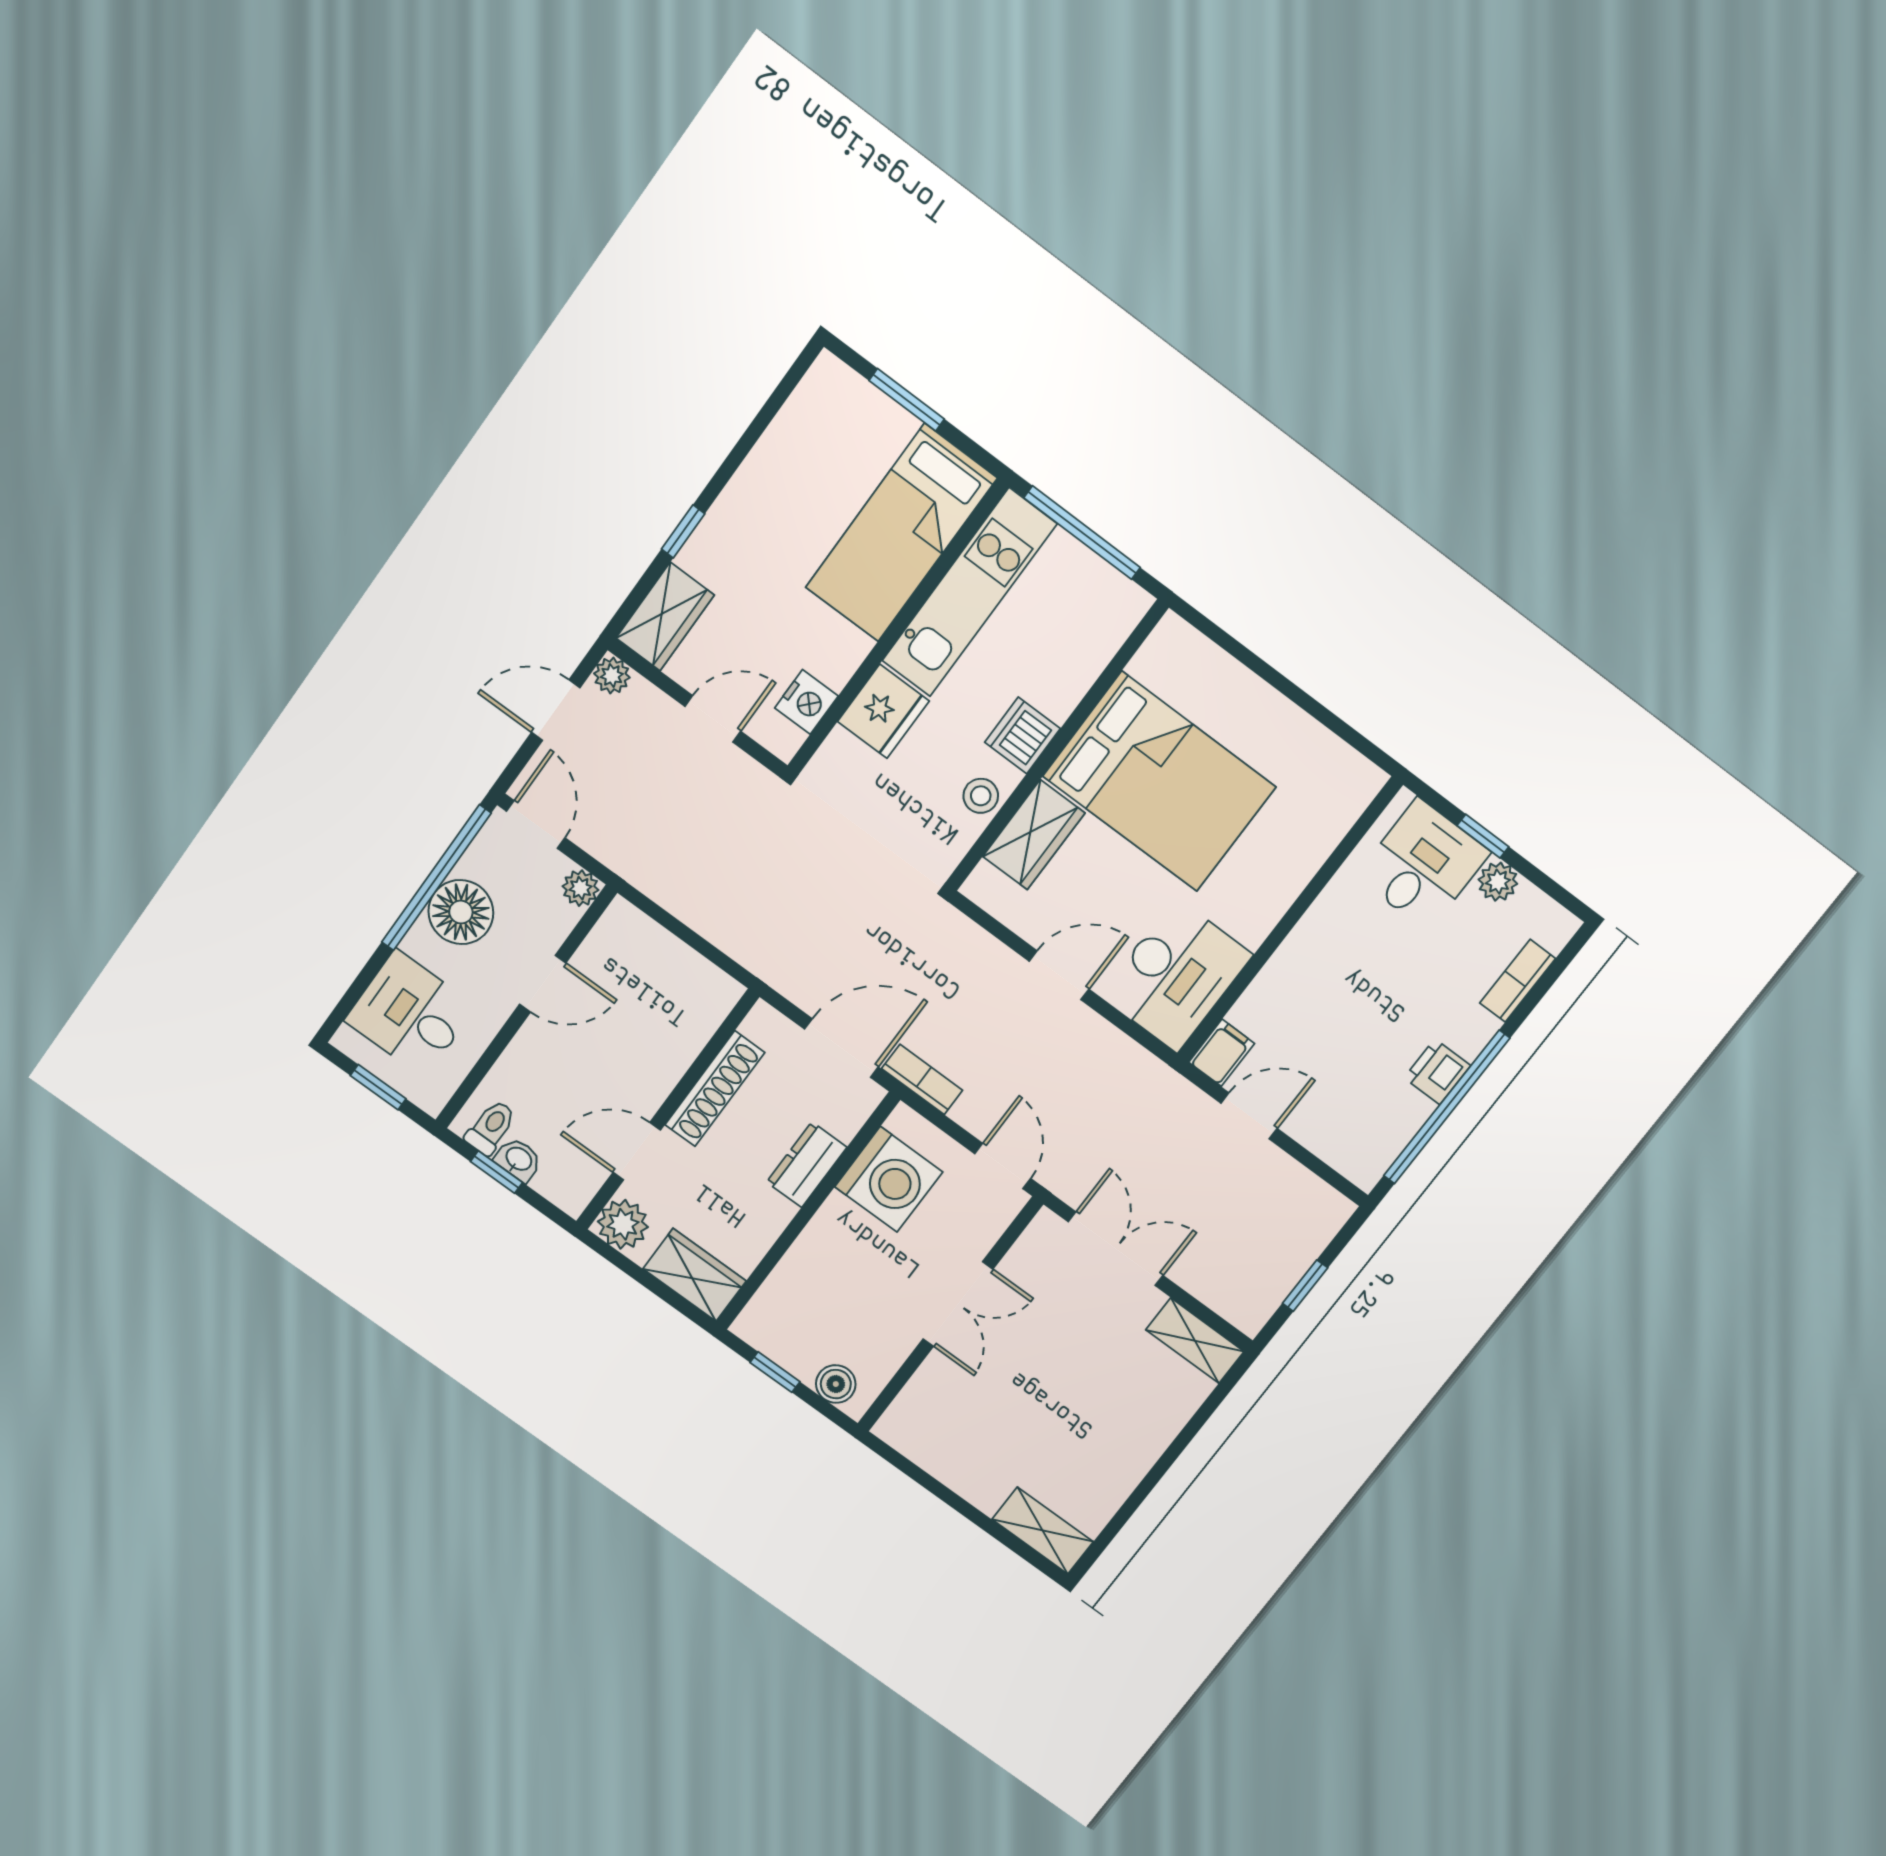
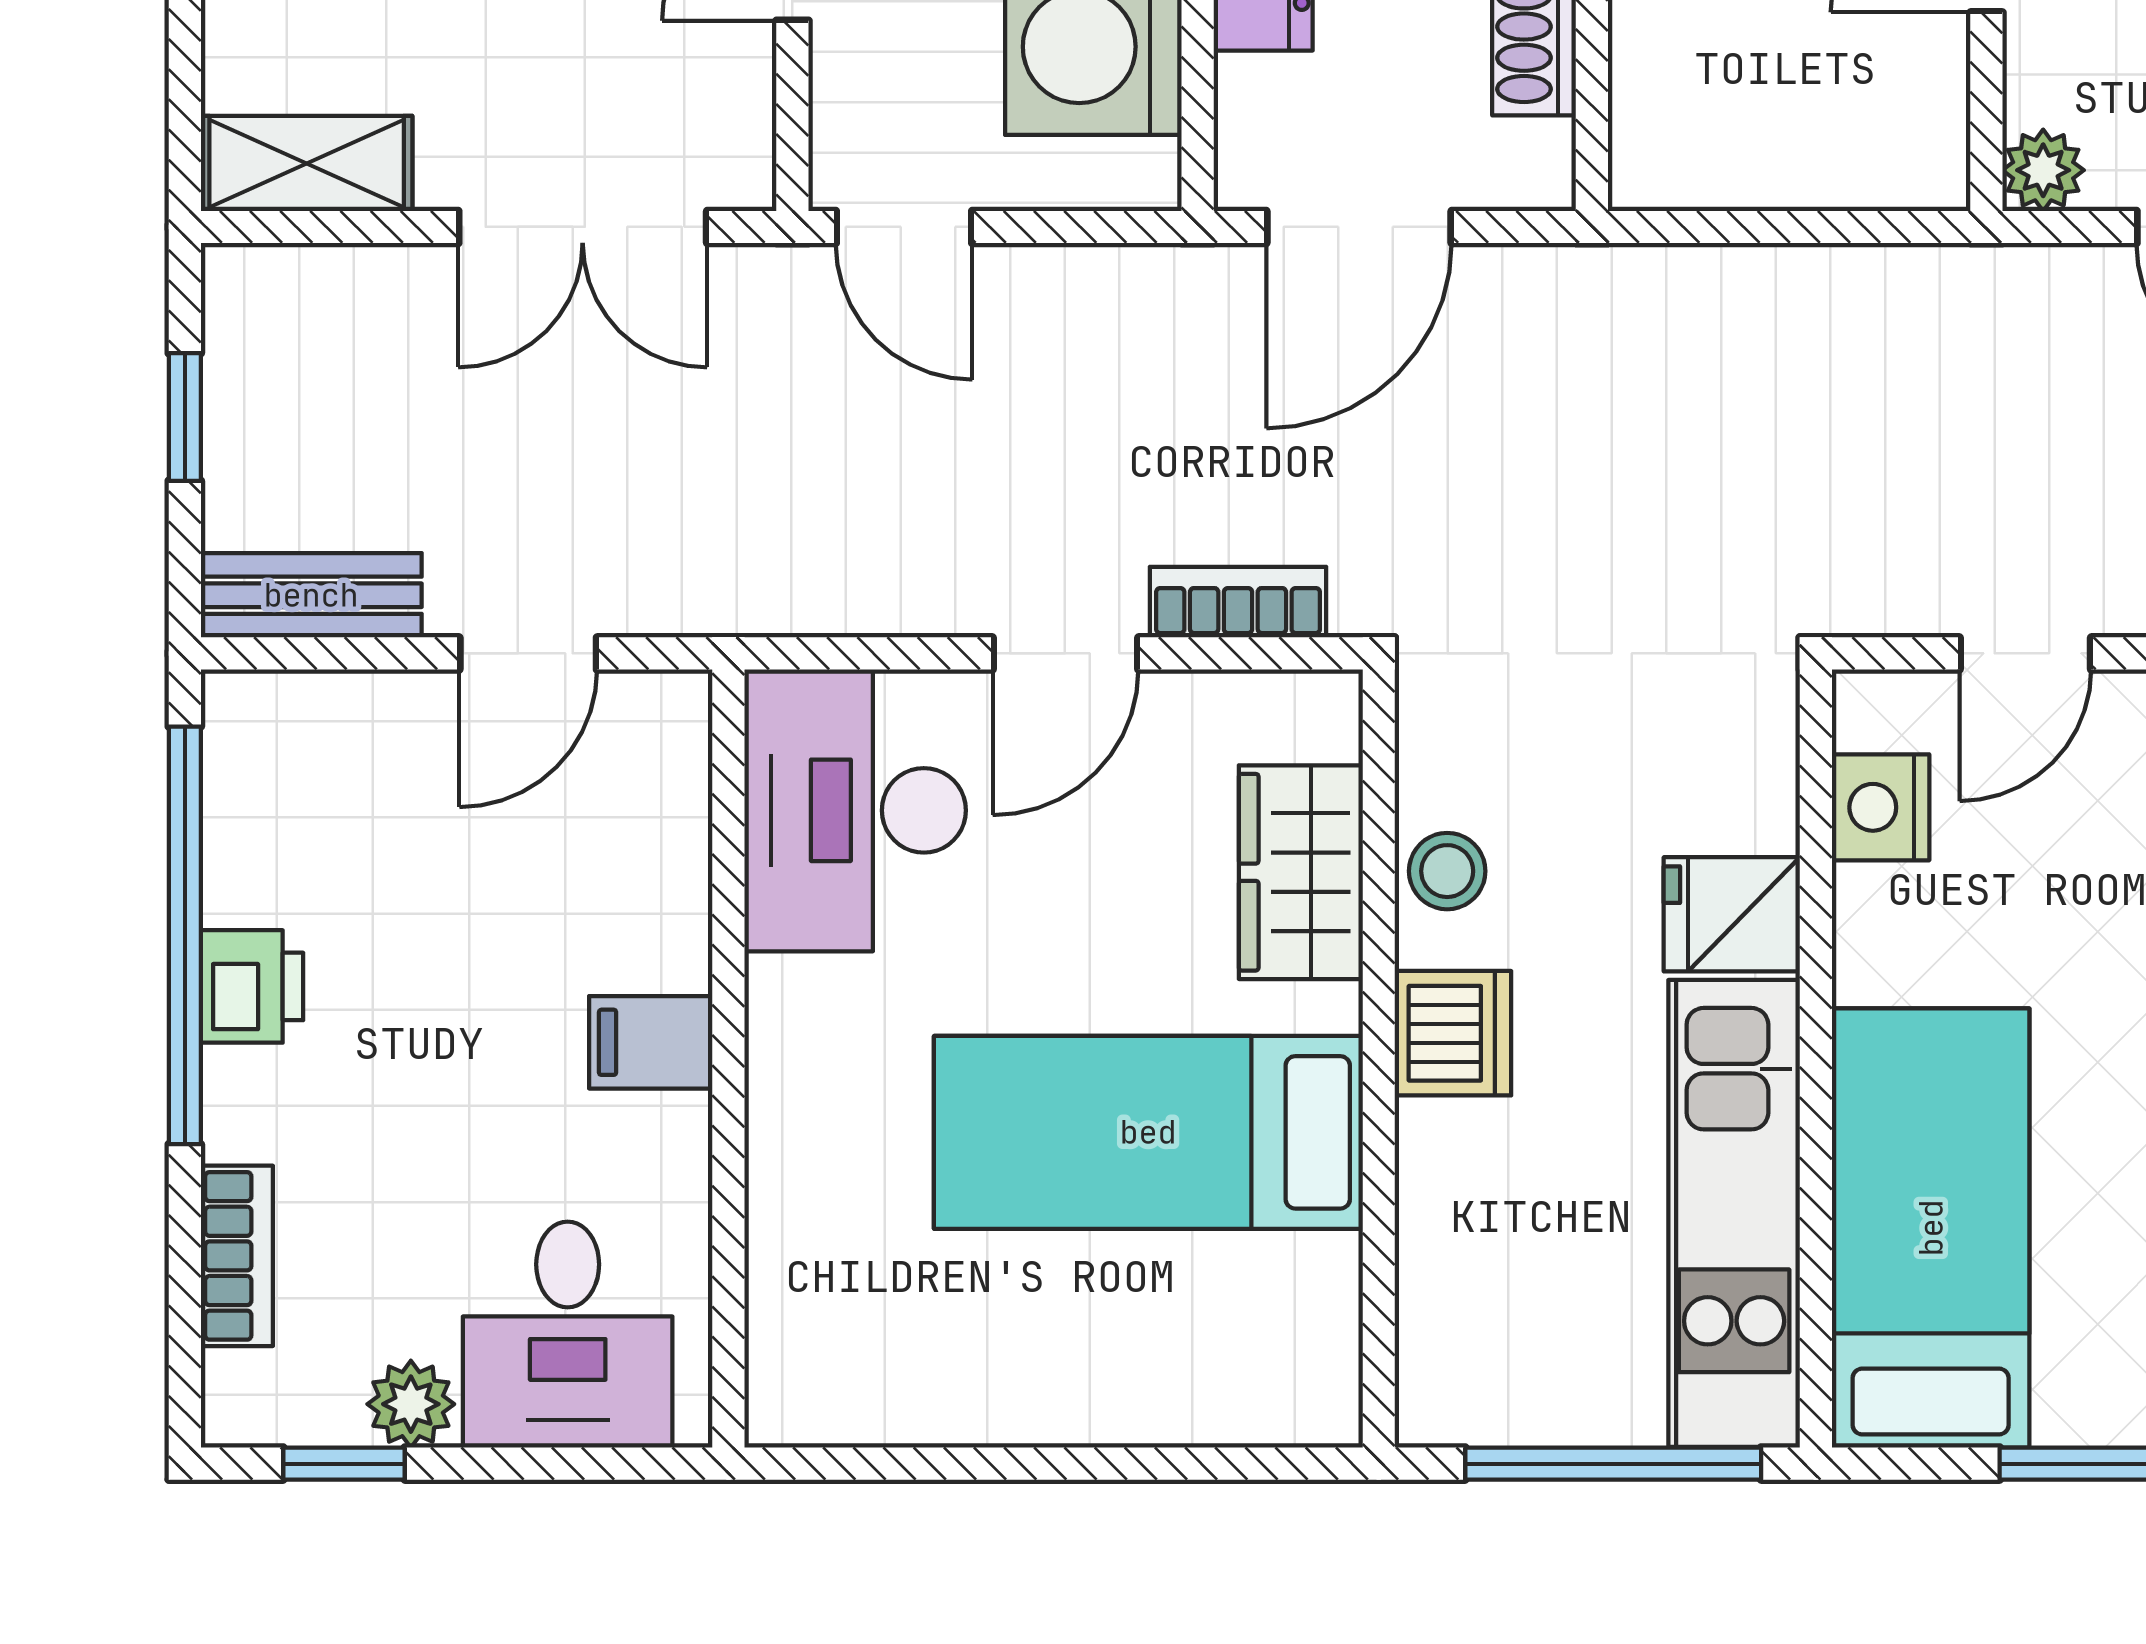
fridge: (883, 711) -> (1732, 914), width x0.72
bed: (1159, 782) -> (1148, 1132), width x0.67
window: (1483, 836) -> (344, 1464), moved
filing cabinet: (1222, 1053) -> (651, 1042), moved, turned 90
bookcase: (922, 1079) -> (1238, 602), moved, turned 180
bench: (1309, 1192) -> (311, 595), added

